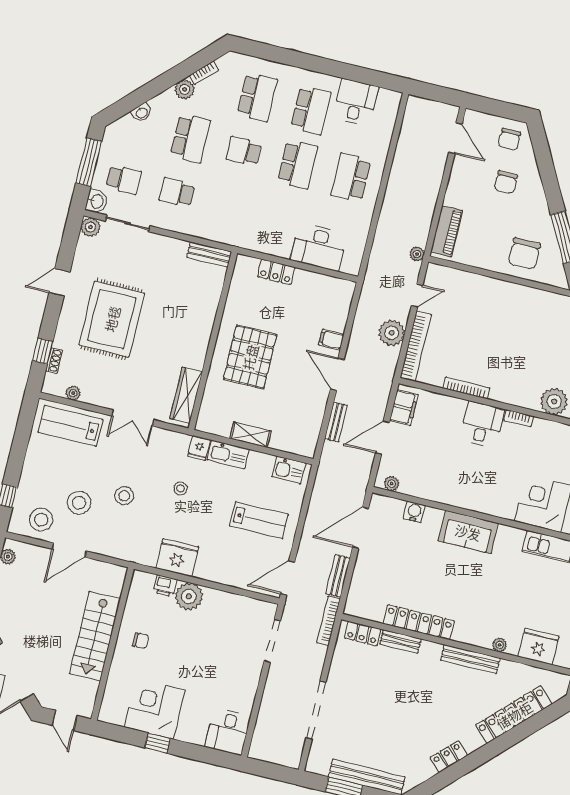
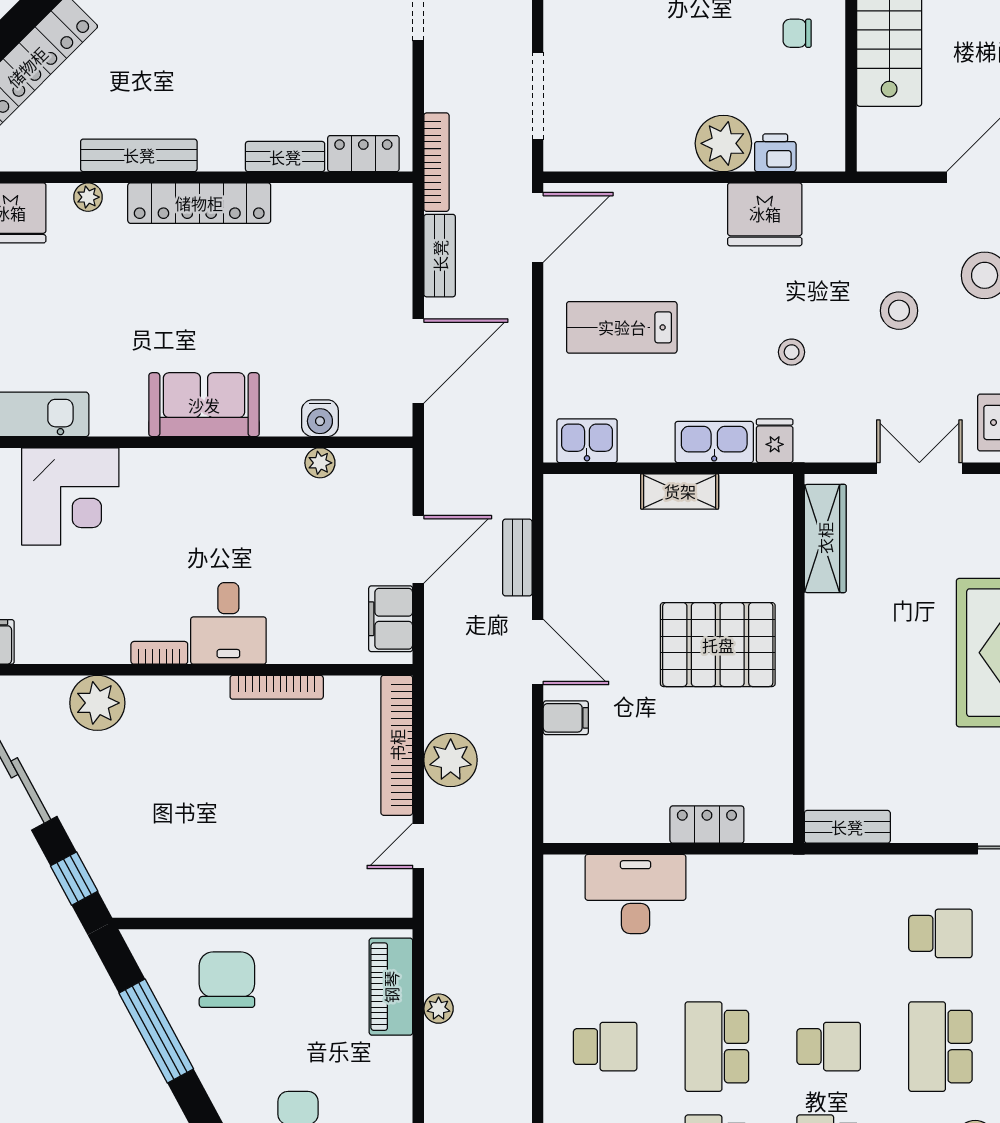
school desk: (351, 177) -> (605, 1047), width x0.54
plant: (417, 254) -> (439, 1009), moved
pallet: (250, 357) -> (718, 645), turned 90
plant: (392, 484) -> (320, 463), moved
locker: (419, 622) -> (199, 203), moved

